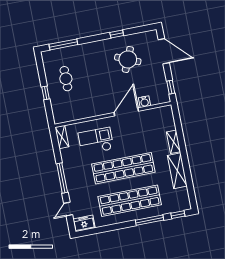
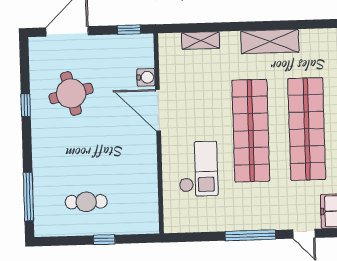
round table: (128, 59) -> (71, 93), turned -37
shelving: (62, 137) -> (182, 224), removed
checkout: (96, 141) -> (198, 169), turned 180
shelving: (174, 142) -> (201, 40), moved

